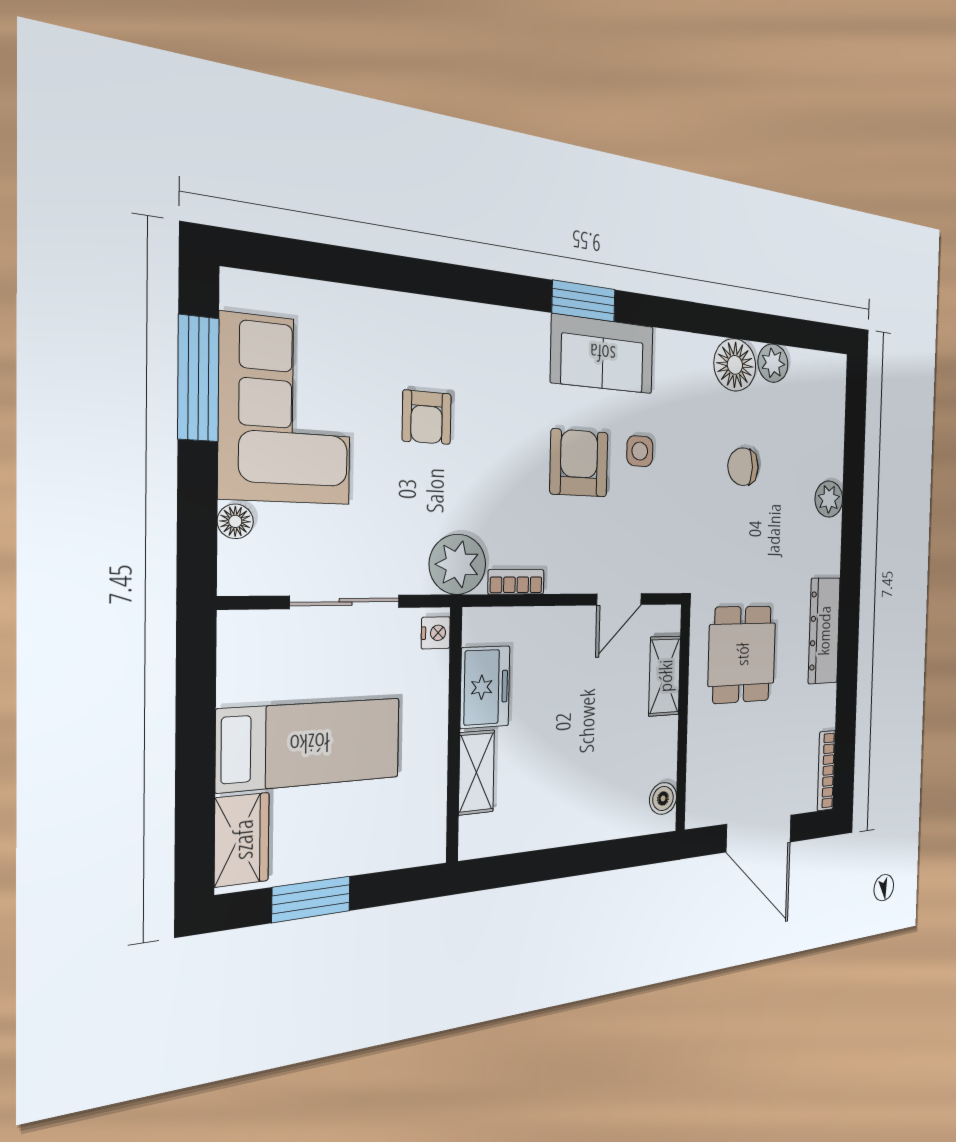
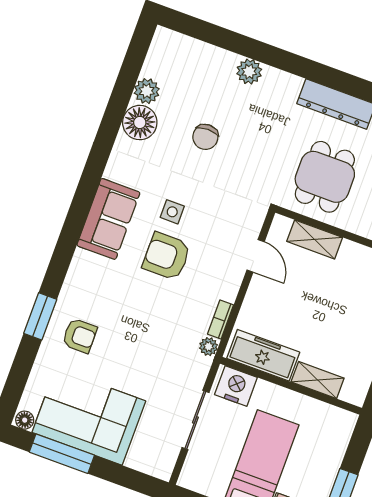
window: (584, 301) -> (40, 316), moved
armchair: (427, 417) -> (80, 336), moved
floor lamp: (235, 521) -> (25, 420), moved
plant: (458, 564) -> (209, 347), width x0.53, depth x0.53
nightstand: (436, 633) -> (236, 386), width x1.89, depth x1.79
dining table: (742, 654) -> (325, 177), turned 90
freezer: (485, 687) -> (263, 355), width x1.40

